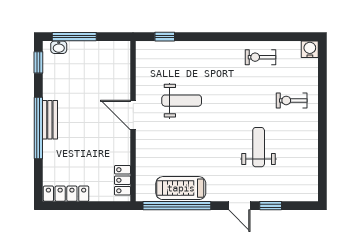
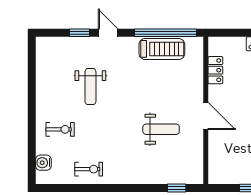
water cooler: (310, 49) -> (43, 163), moved, turned 90
weight bench: (182, 101) -> (161, 129), turned 180
locker: (122, 180) -> (215, 70), moved

